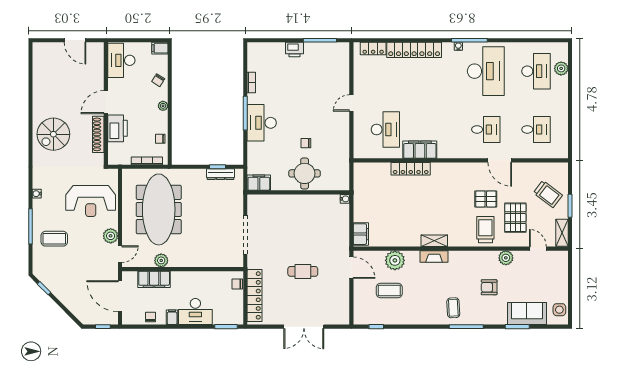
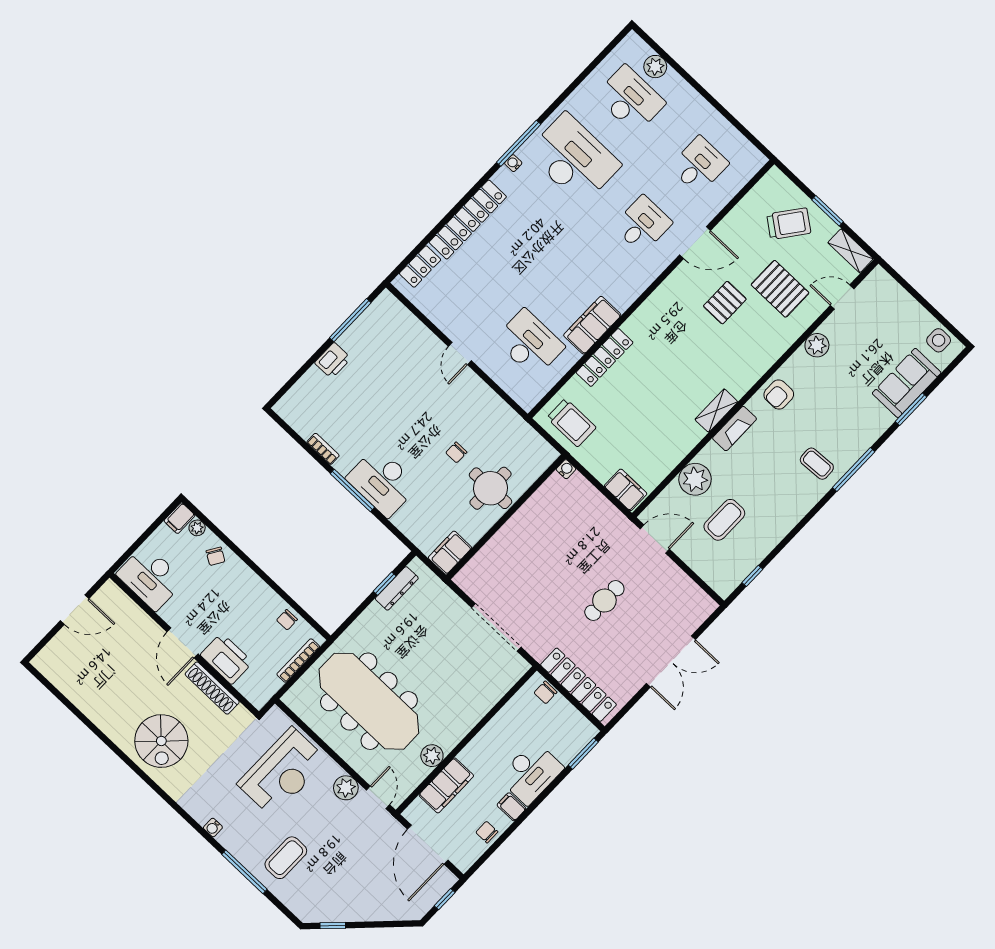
plant: (163, 106) -> (197, 528), moved
trolley: (485, 230) -> (571, 423), moved, turned 180
armchair: (489, 287) -> (779, 395), moved
door: (120, 296) -> (428, 845), hinge flipped

